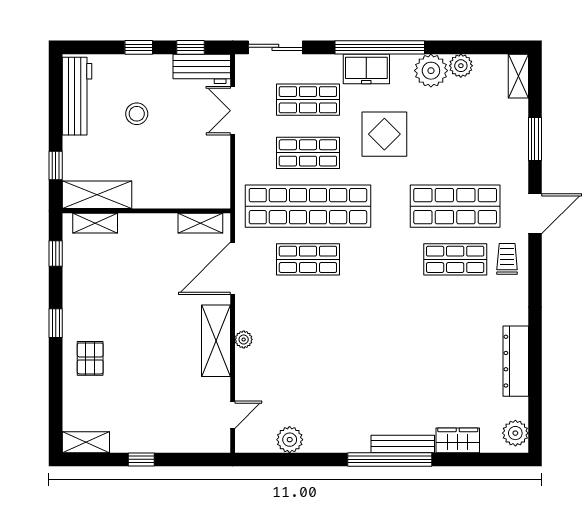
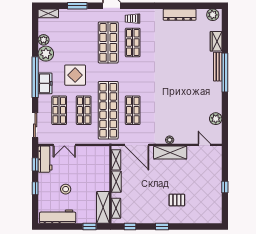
pallet: (90, 358) -> (177, 200), moved
shelving: (86, 442) -> (116, 182), moved

